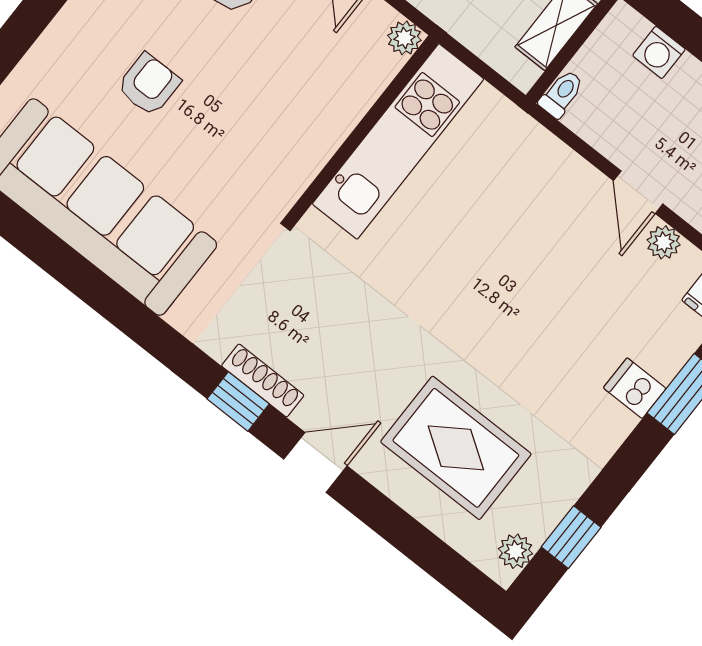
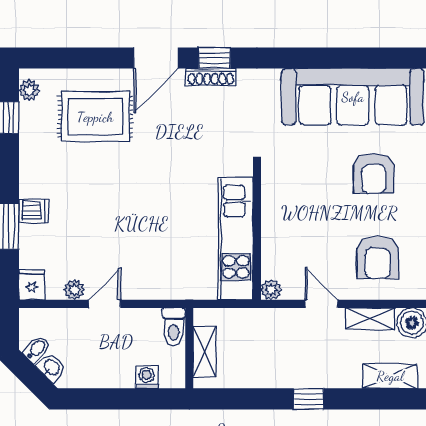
armchair: (149, 84) -> (374, 173), width x1.38, depth x1.38
toilet: (562, 94) -> (174, 327), width x1.37, depth x1.39
door: (638, 192) -> (105, 304), hinge flipped
door: (315, 462) -> (156, 58), width x1.38

